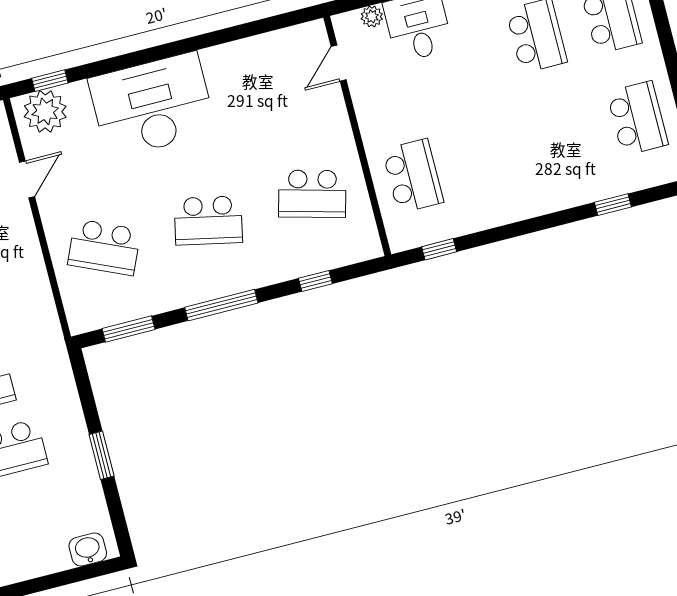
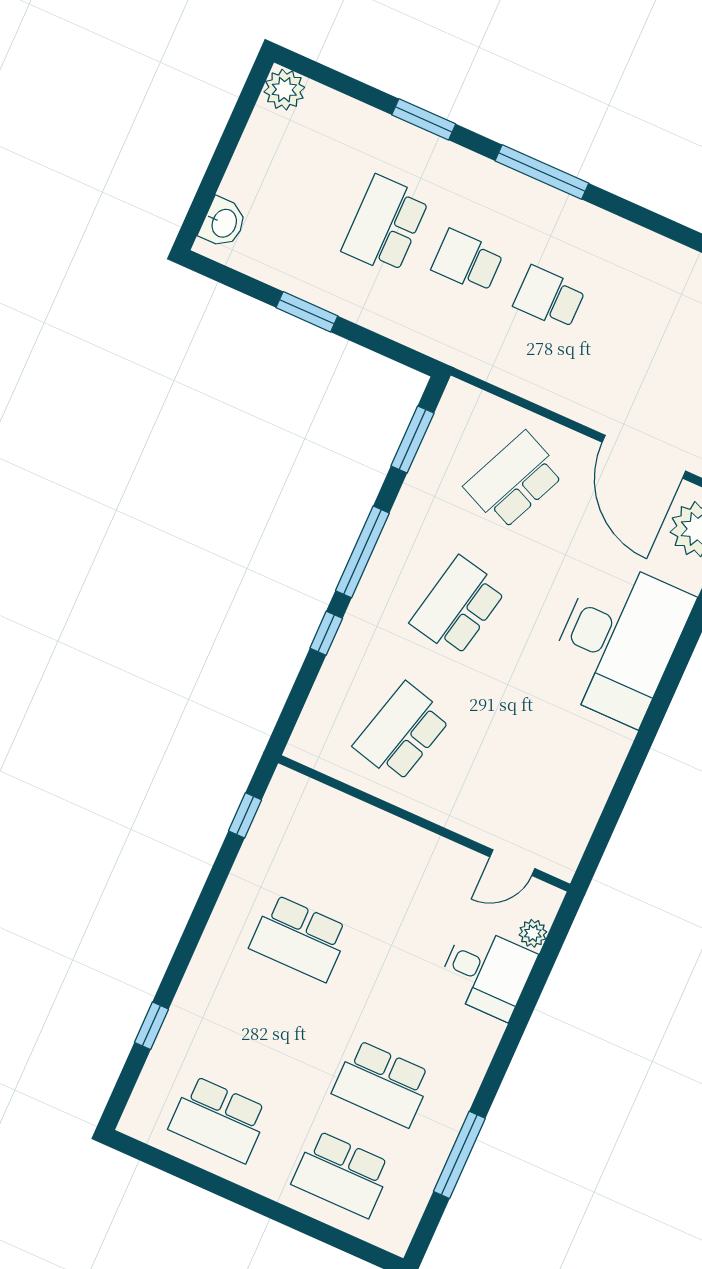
door: (339, 63) -> (512, 863), swing flipped
school desk: (413, 176) -> (299, 938), moved
door: (27, 179) -> (644, 457), width x1.88
window: (315, 281) -> (326, 633), moved

